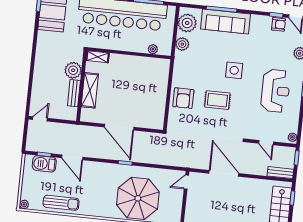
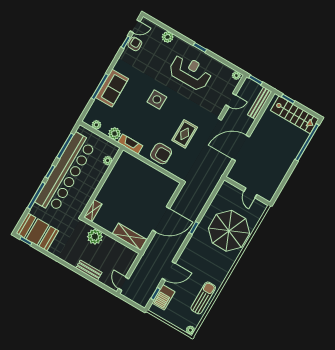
sofa: (225, 22) -> (112, 88), width x0.73
plant: (187, 23) -> (96, 125), width x0.53, depth x0.53
fireplace: (179, 64) -> (130, 144), added
shelving: (90, 90) -> (129, 237), moved
bench: (74, 93) -> (89, 270), moved
rug: (217, 100) -> (185, 134), moved
bench: (280, 173) -> (260, 103), width x1.36
door: (186, 182) -> (250, 193), moved

